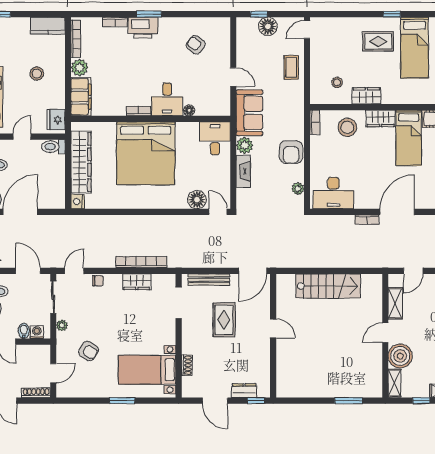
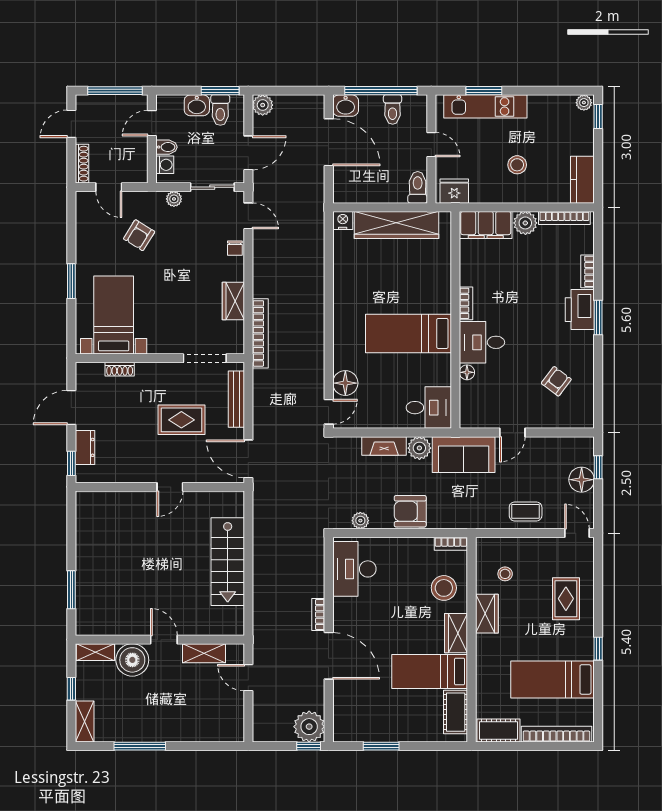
rug: (378, 41) -> (566, 599), moved
bed: (146, 153) -> (408, 333), width x0.49
bookcase: (141, 262) -> (260, 333), moved

